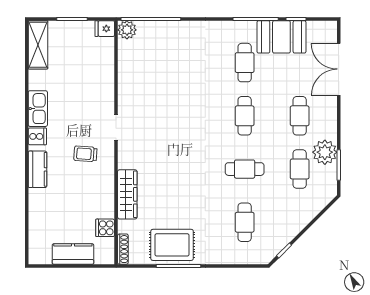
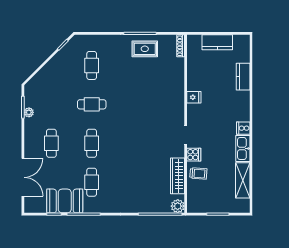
fridge: (105, 29) -> (194, 97), moved
shelving: (38, 45) -> (243, 180), moved
plant: (325, 152) -> (29, 112), width x0.53, depth x0.53
trolley: (85, 154) -> (198, 173), moved
kitchen counter: (38, 169) -> (243, 77), moved
cafe table: (300, 169) -> (51, 104), removed
wardrobe: (127, 194) -> (177, 176), moved
cooker: (105, 228) -> (194, 155), moved
rug: (172, 245) -> (145, 49), width x0.73, depth x0.70

